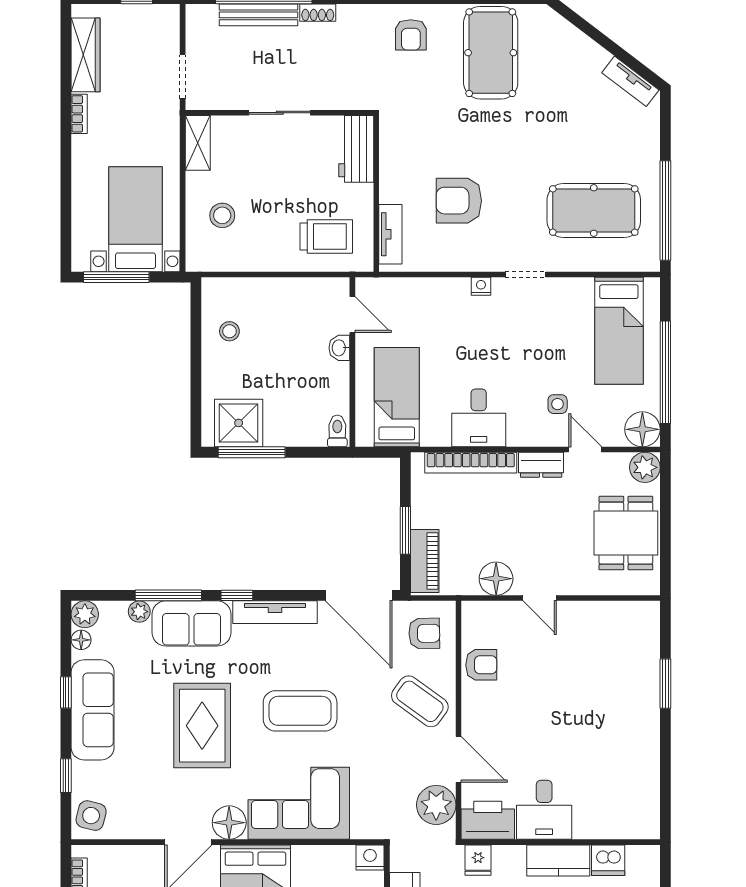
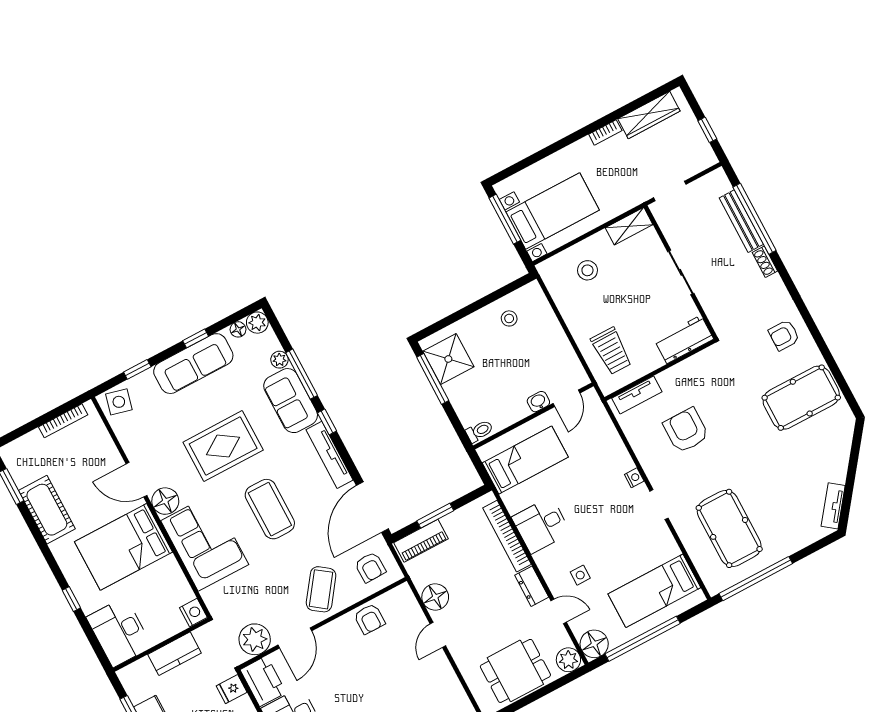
door: (585, 450) -> (559, 611), hinge flipped

